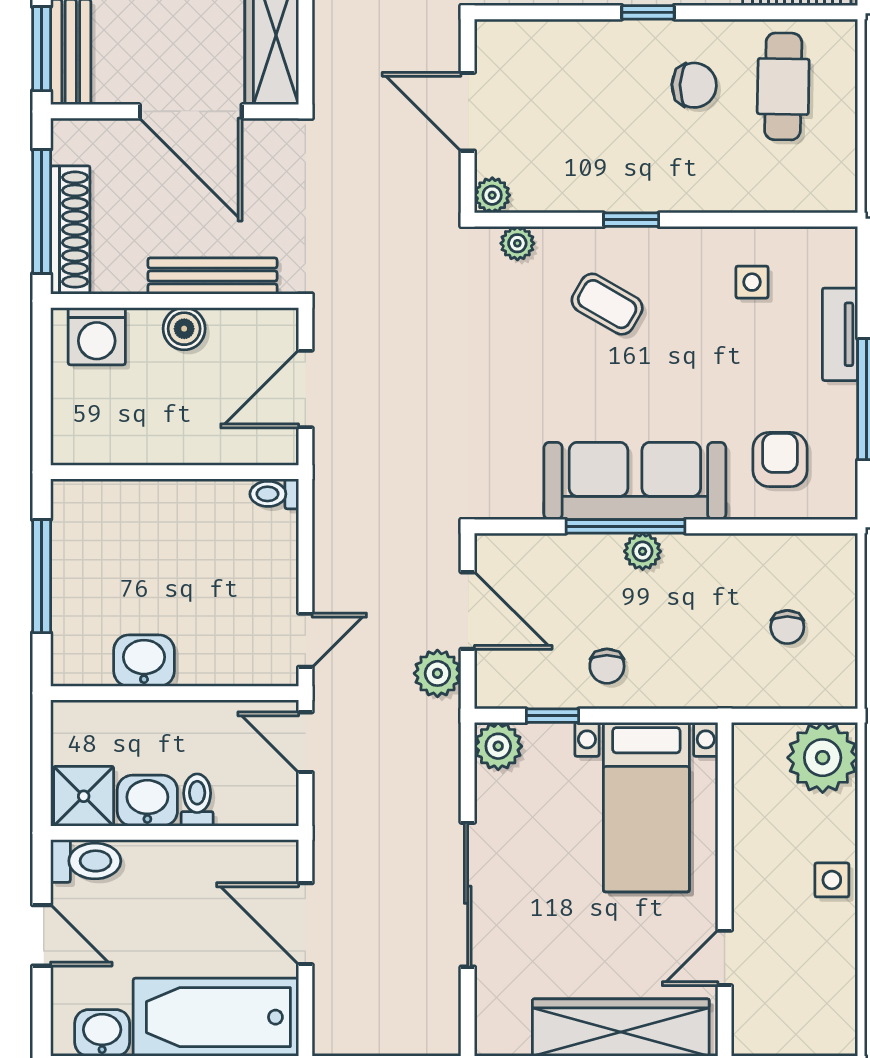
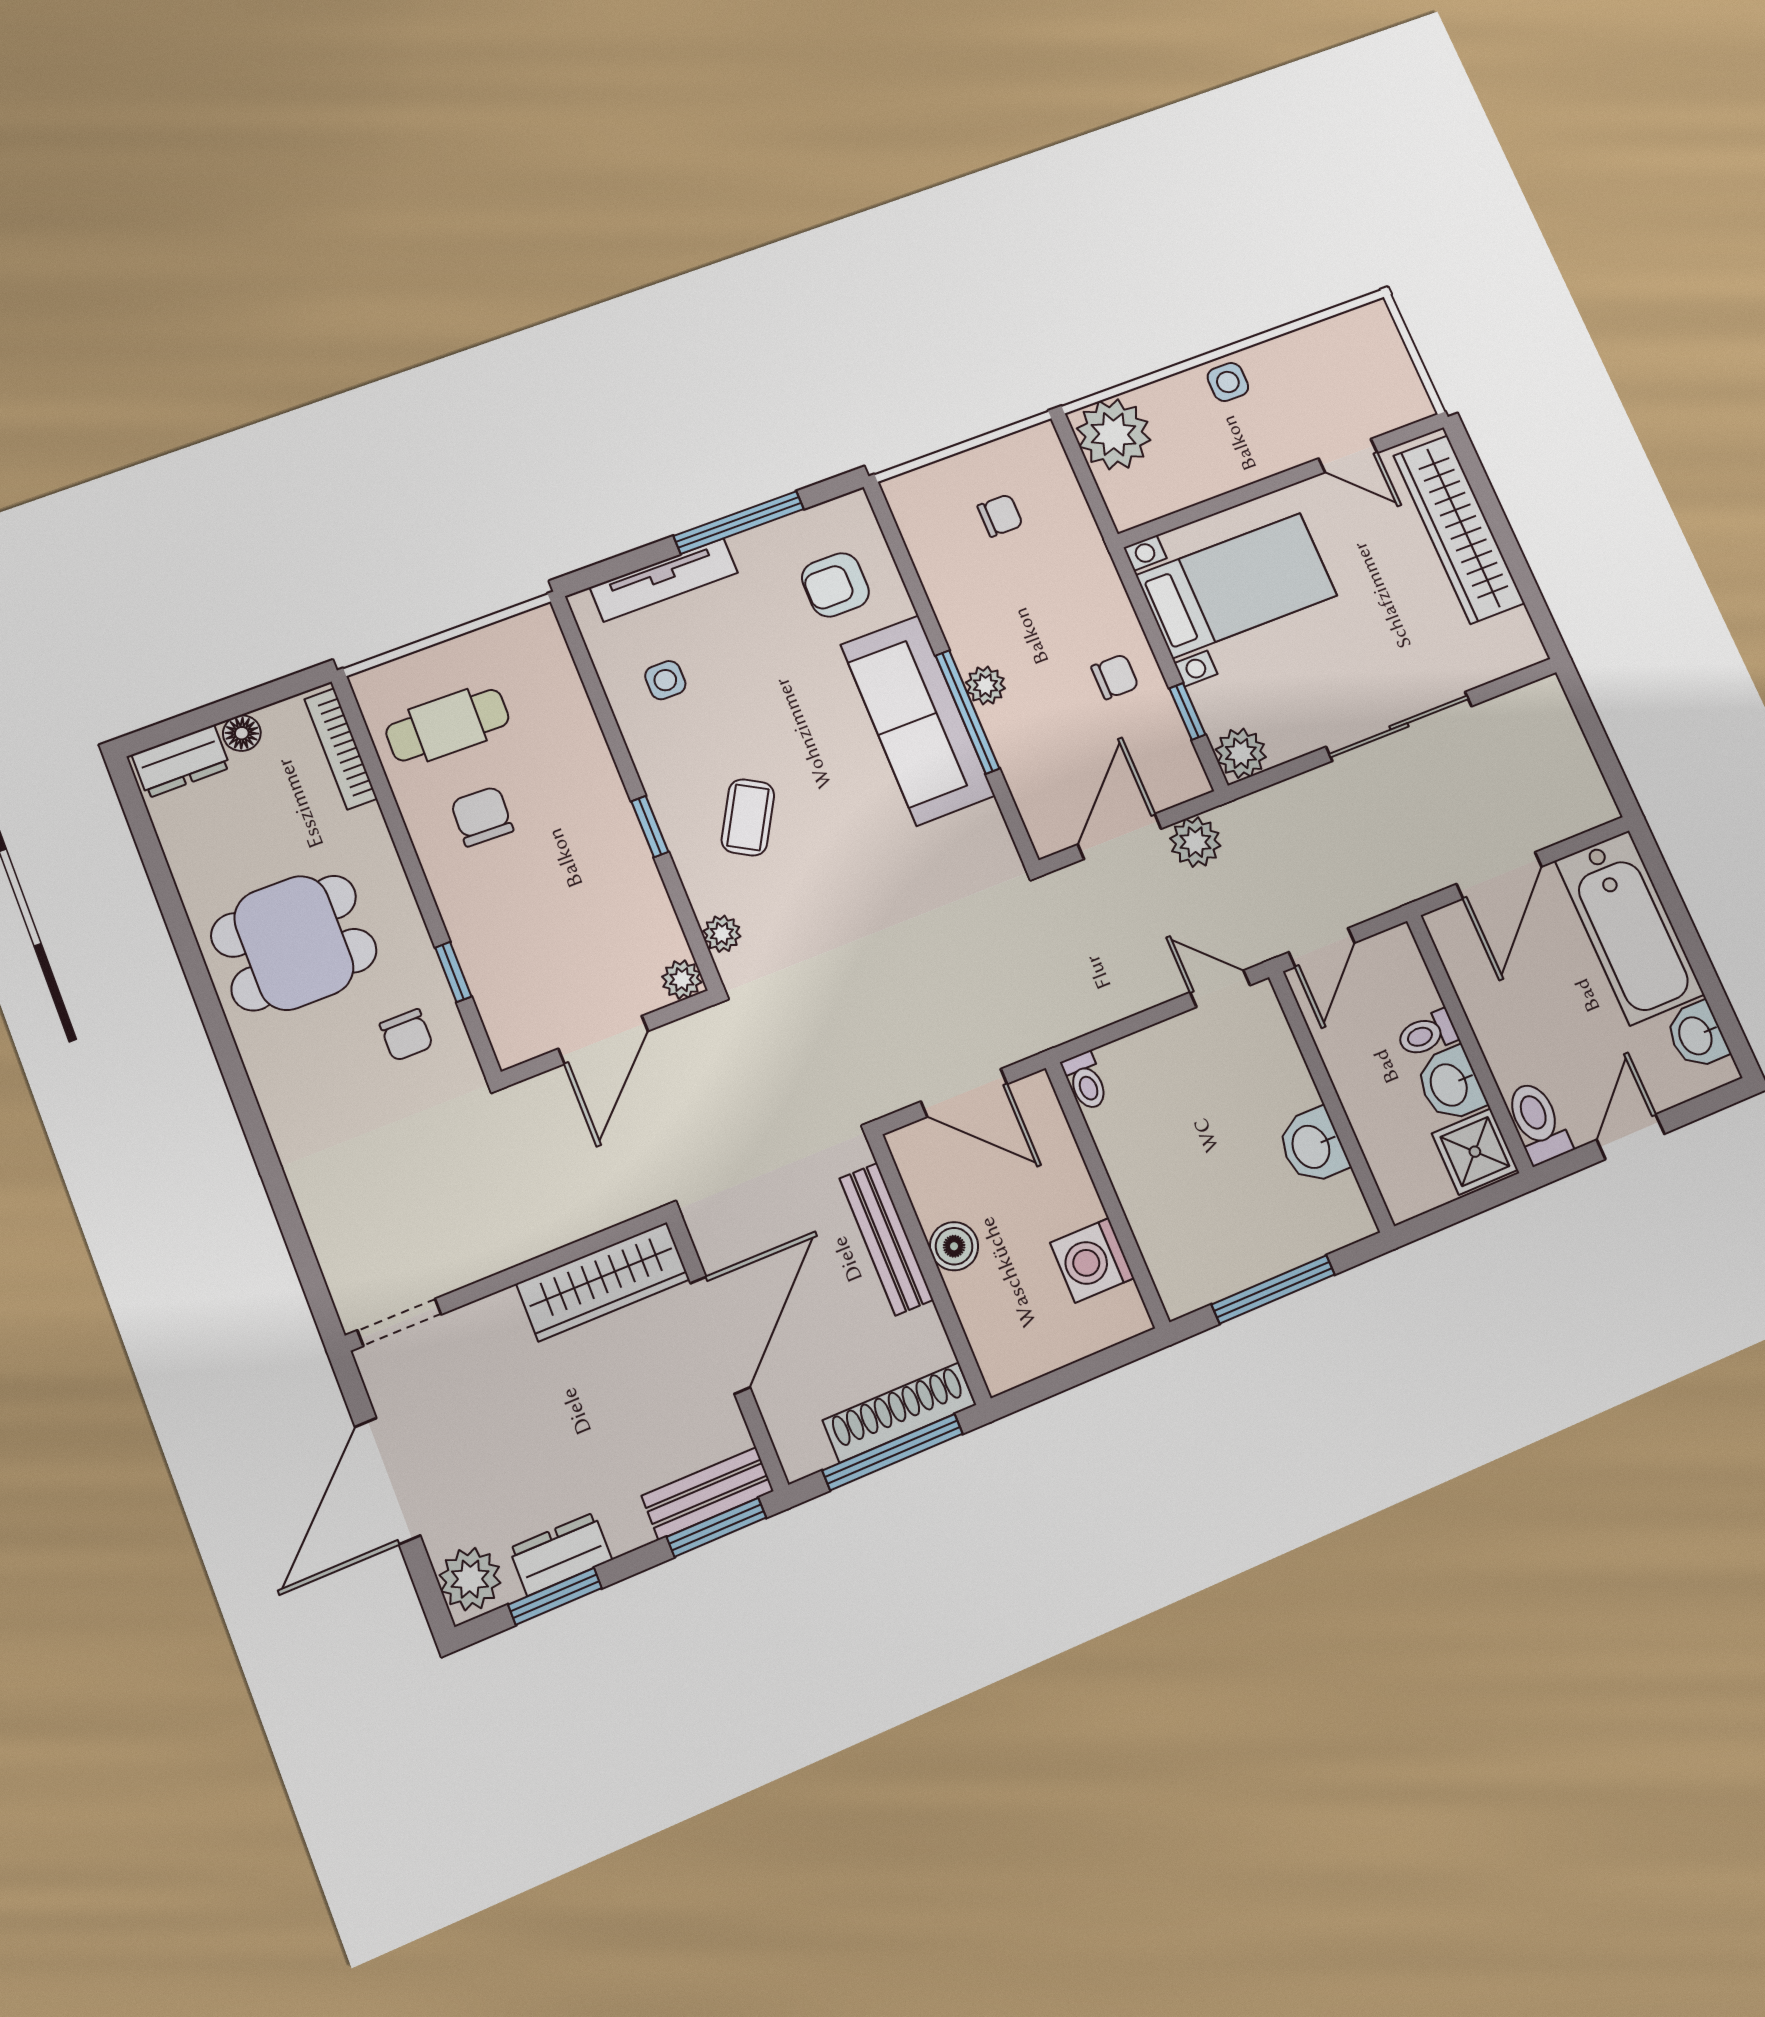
window: (648, 12) -> (453, 972), moved
tv unit: (840, 334) -> (664, 580), width x1.41
washing machine: (97, 336) -> (1092, 1260), moved, turned 180

